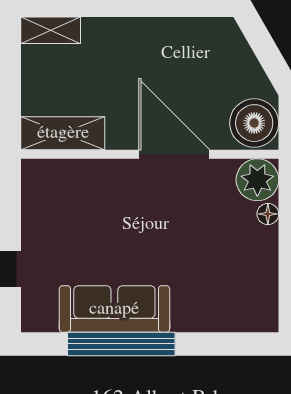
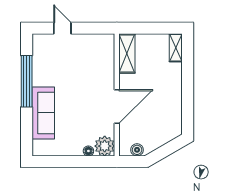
boiler: (254, 123) -> (137, 150), width x0.54, depth x0.54
sofa: (114, 309) -> (43, 113), moved

